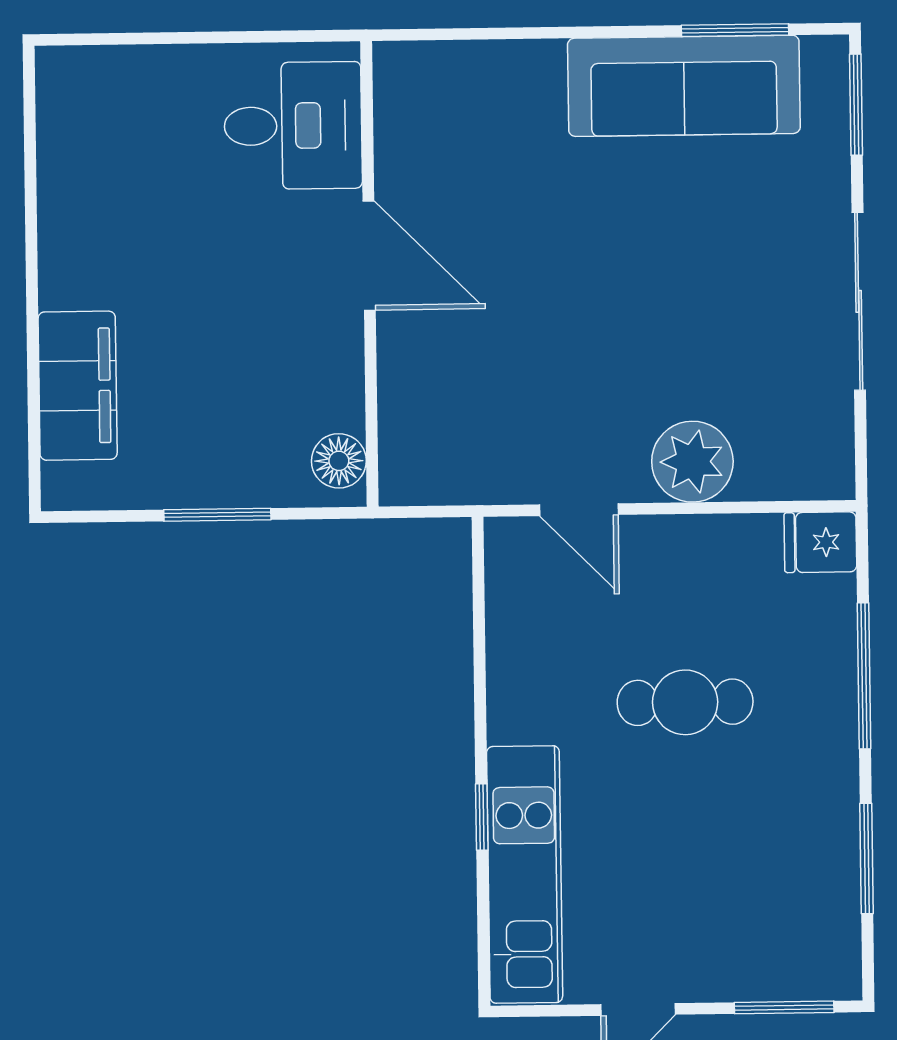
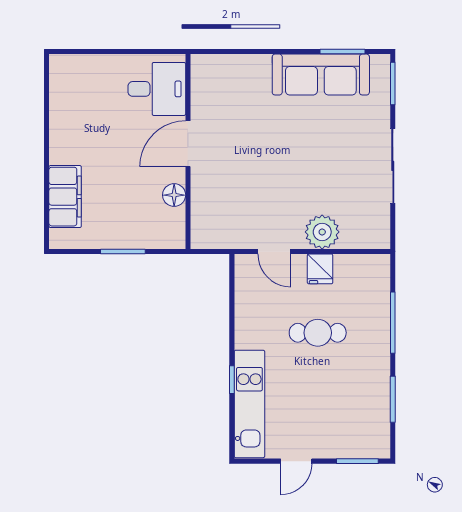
door: (369, 256) -> (188, 144), swing flipped
floor lamp: (339, 461) -> (174, 195), moved
fridge: (820, 542) -> (320, 269), moved, turned -90

